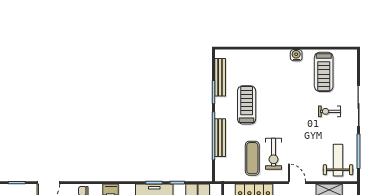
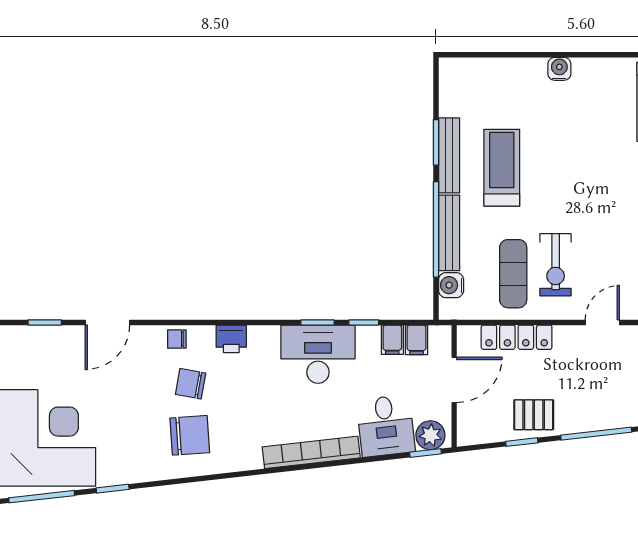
water cooler: (296, 55) -> (559, 69), moved
bench: (220, 77) -> (449, 155), moved
water cooler: (221, 164) -> (451, 285), added
door: (297, 183) -> (602, 322), hinge flipped

